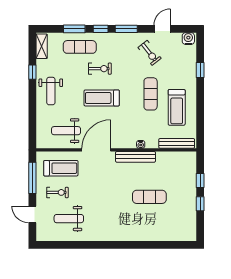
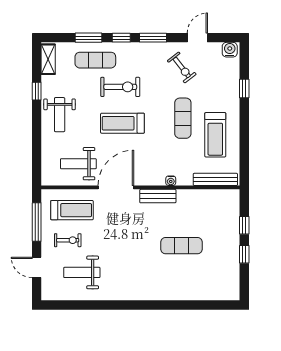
exercise bike: (100, 69) -> (120, 87), width x1.38, depth x1.39
bench: (136, 157) -> (158, 196), width x0.73

